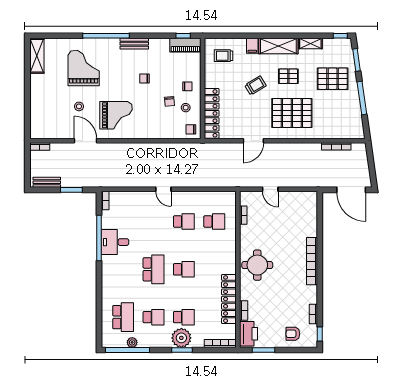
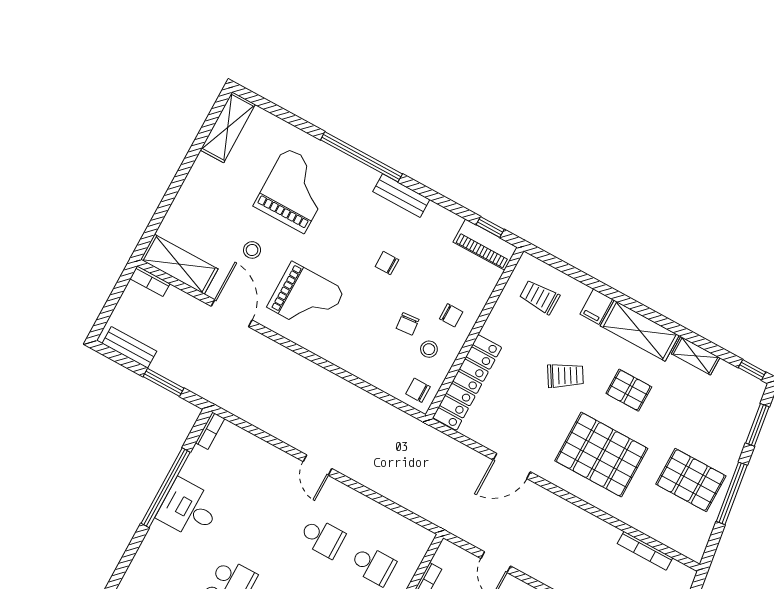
pallet: (333, 79) -> (691, 480), moved
shelving: (49, 131) -> (179, 264), added

